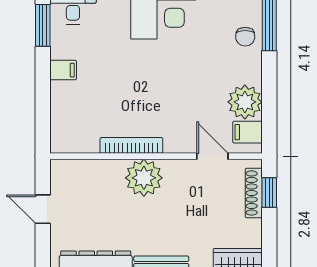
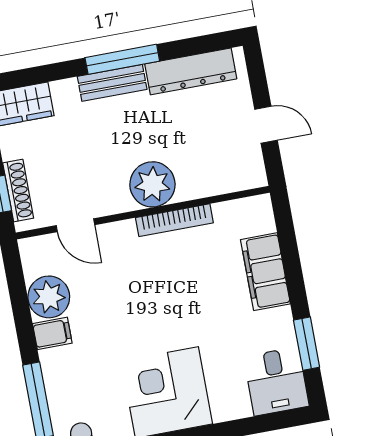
chair: (245, 37) -> (63, 375), removed
filing cabinet: (63, 70) -> (265, 272), width x3.00, depth x1.17
filing cabinet: (247, 132) -> (52, 333), moved

